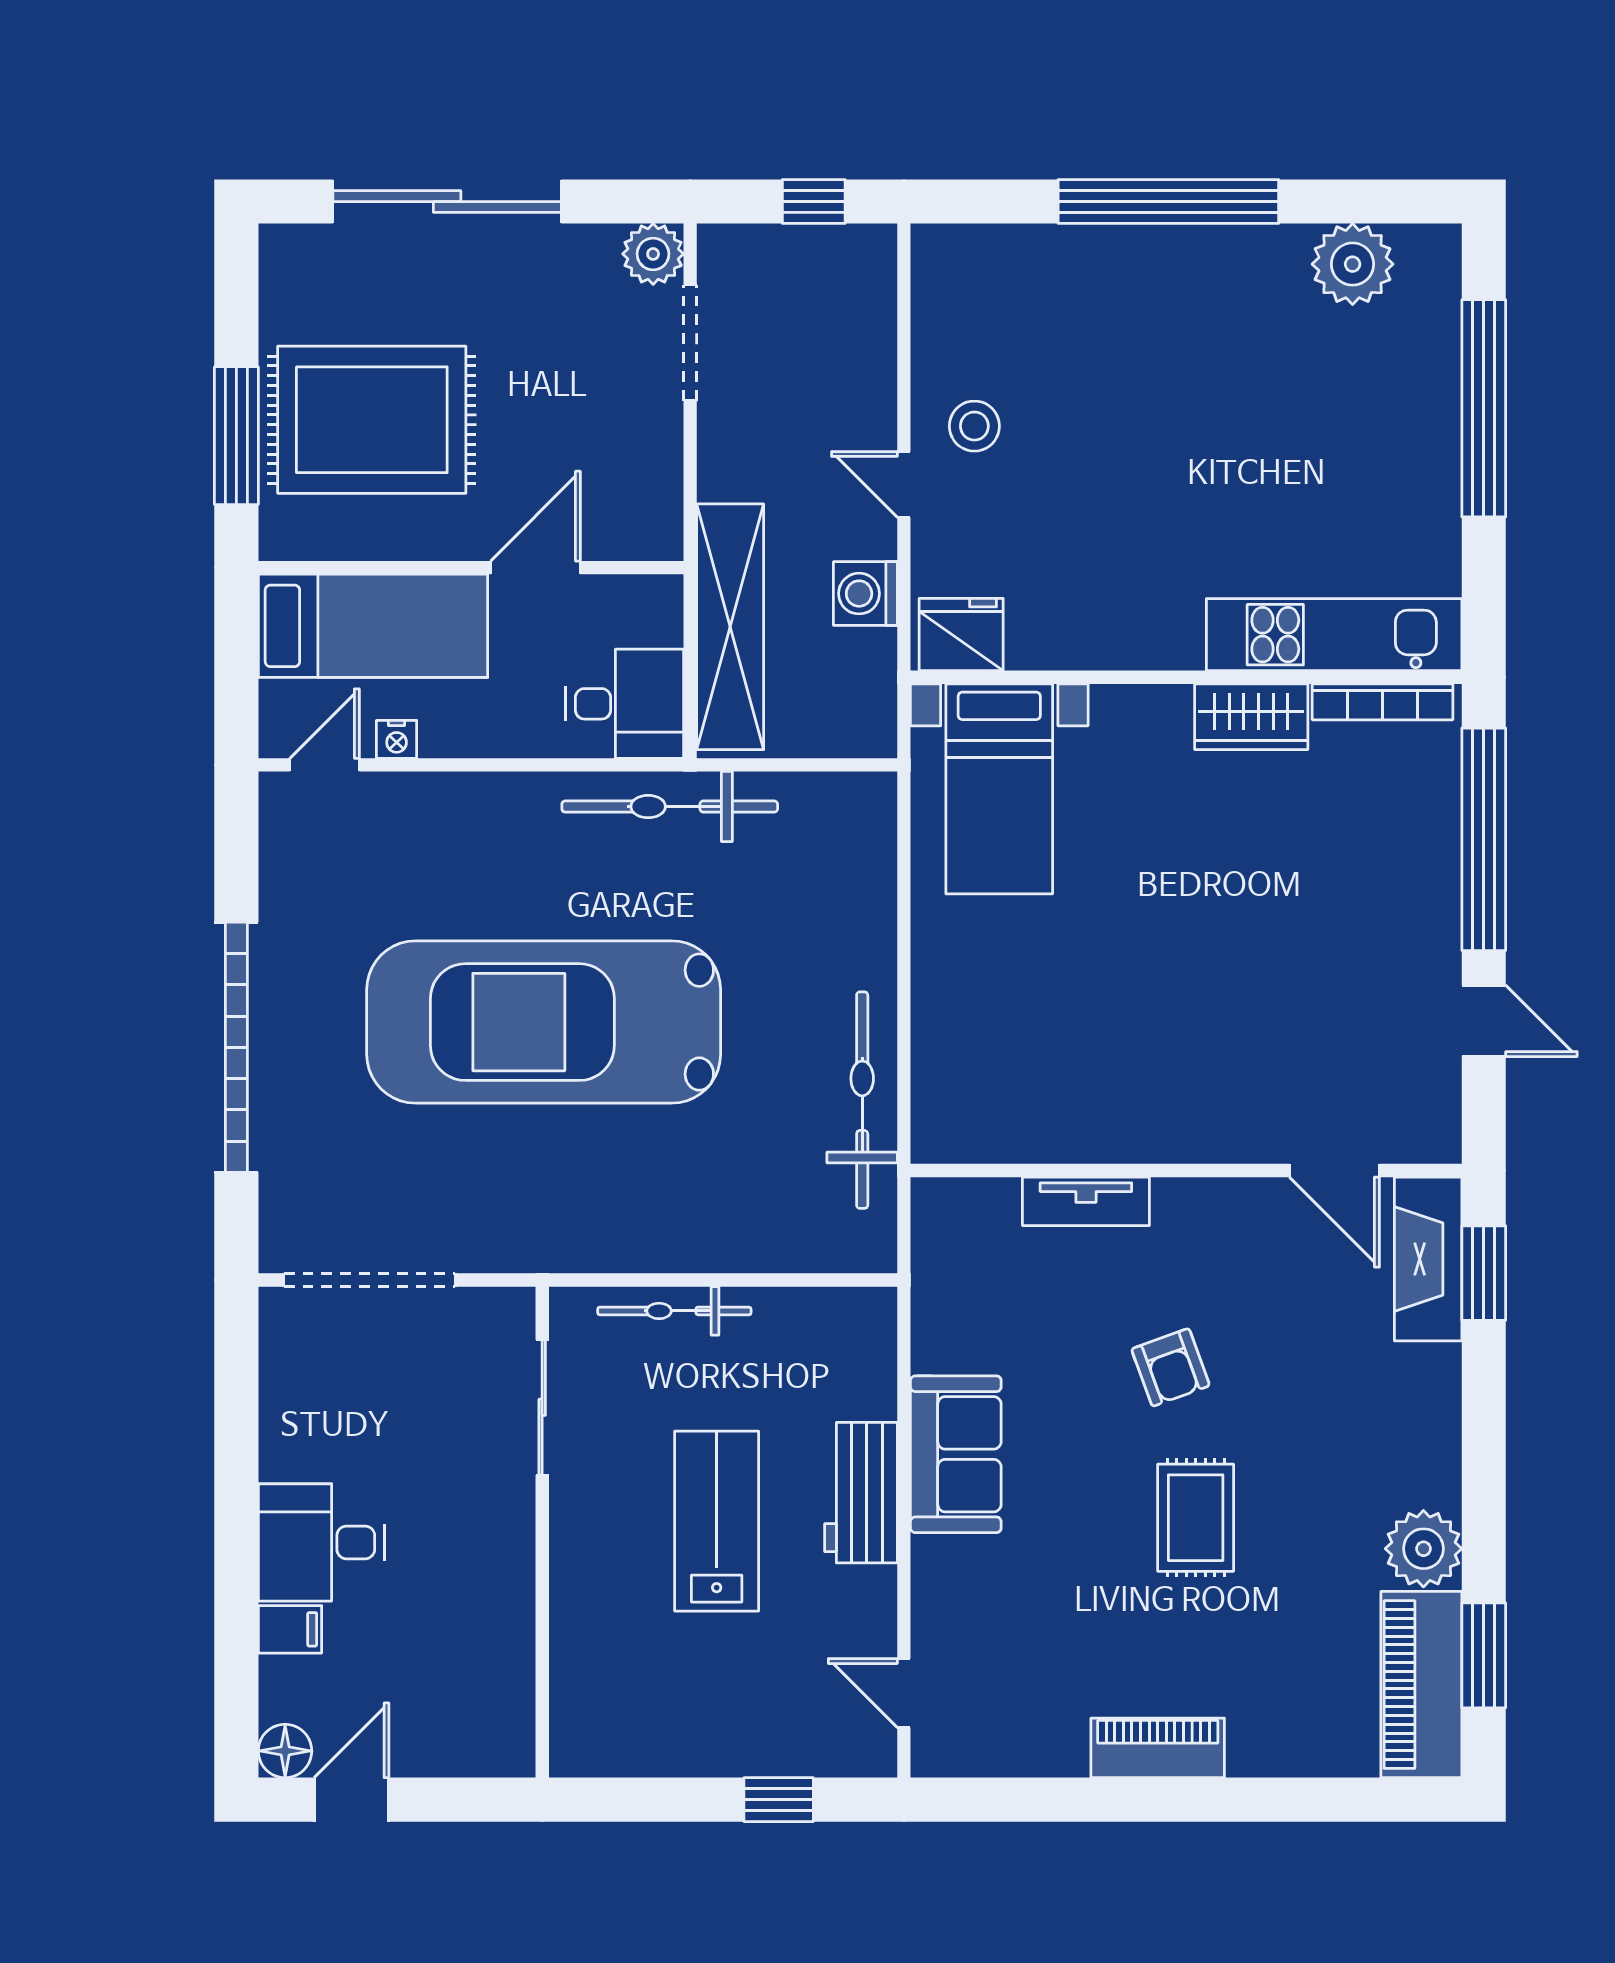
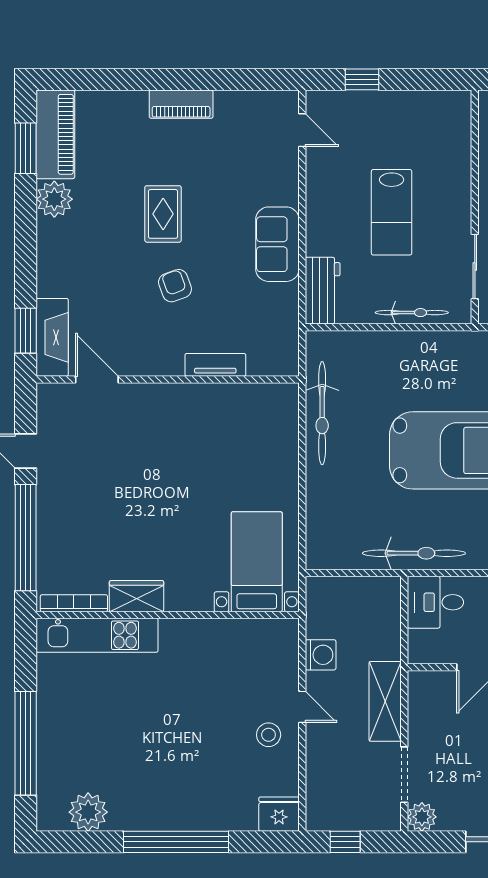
shelving: (730, 627) -> (385, 701), moved, width x0.68
fridge: (961, 634) -> (279, 814), moved, turned 180
workbench: (861, 1493) -> (323, 291), moved

